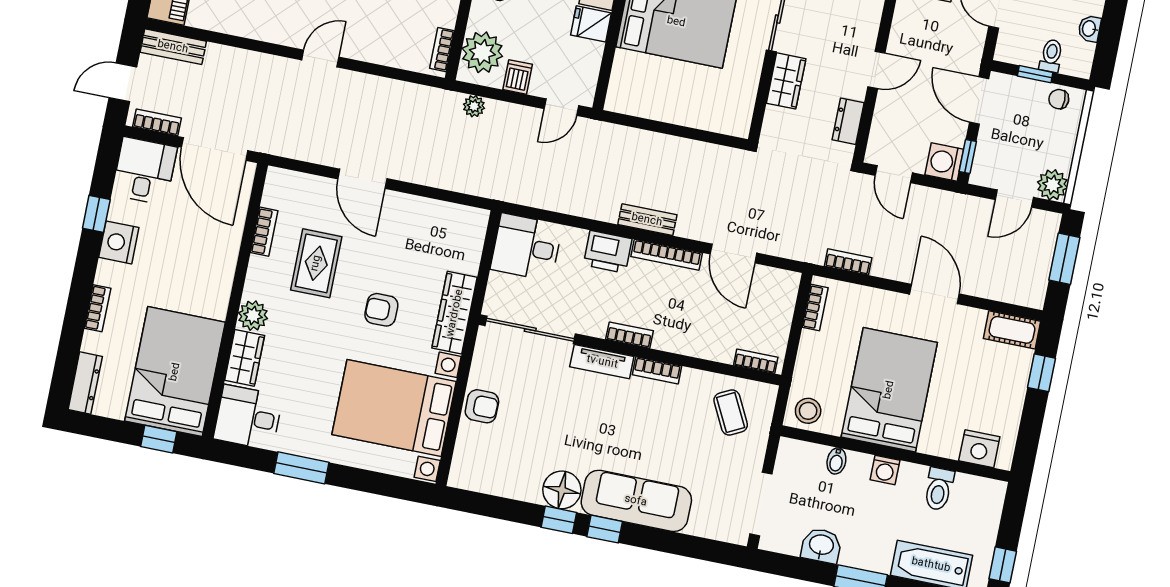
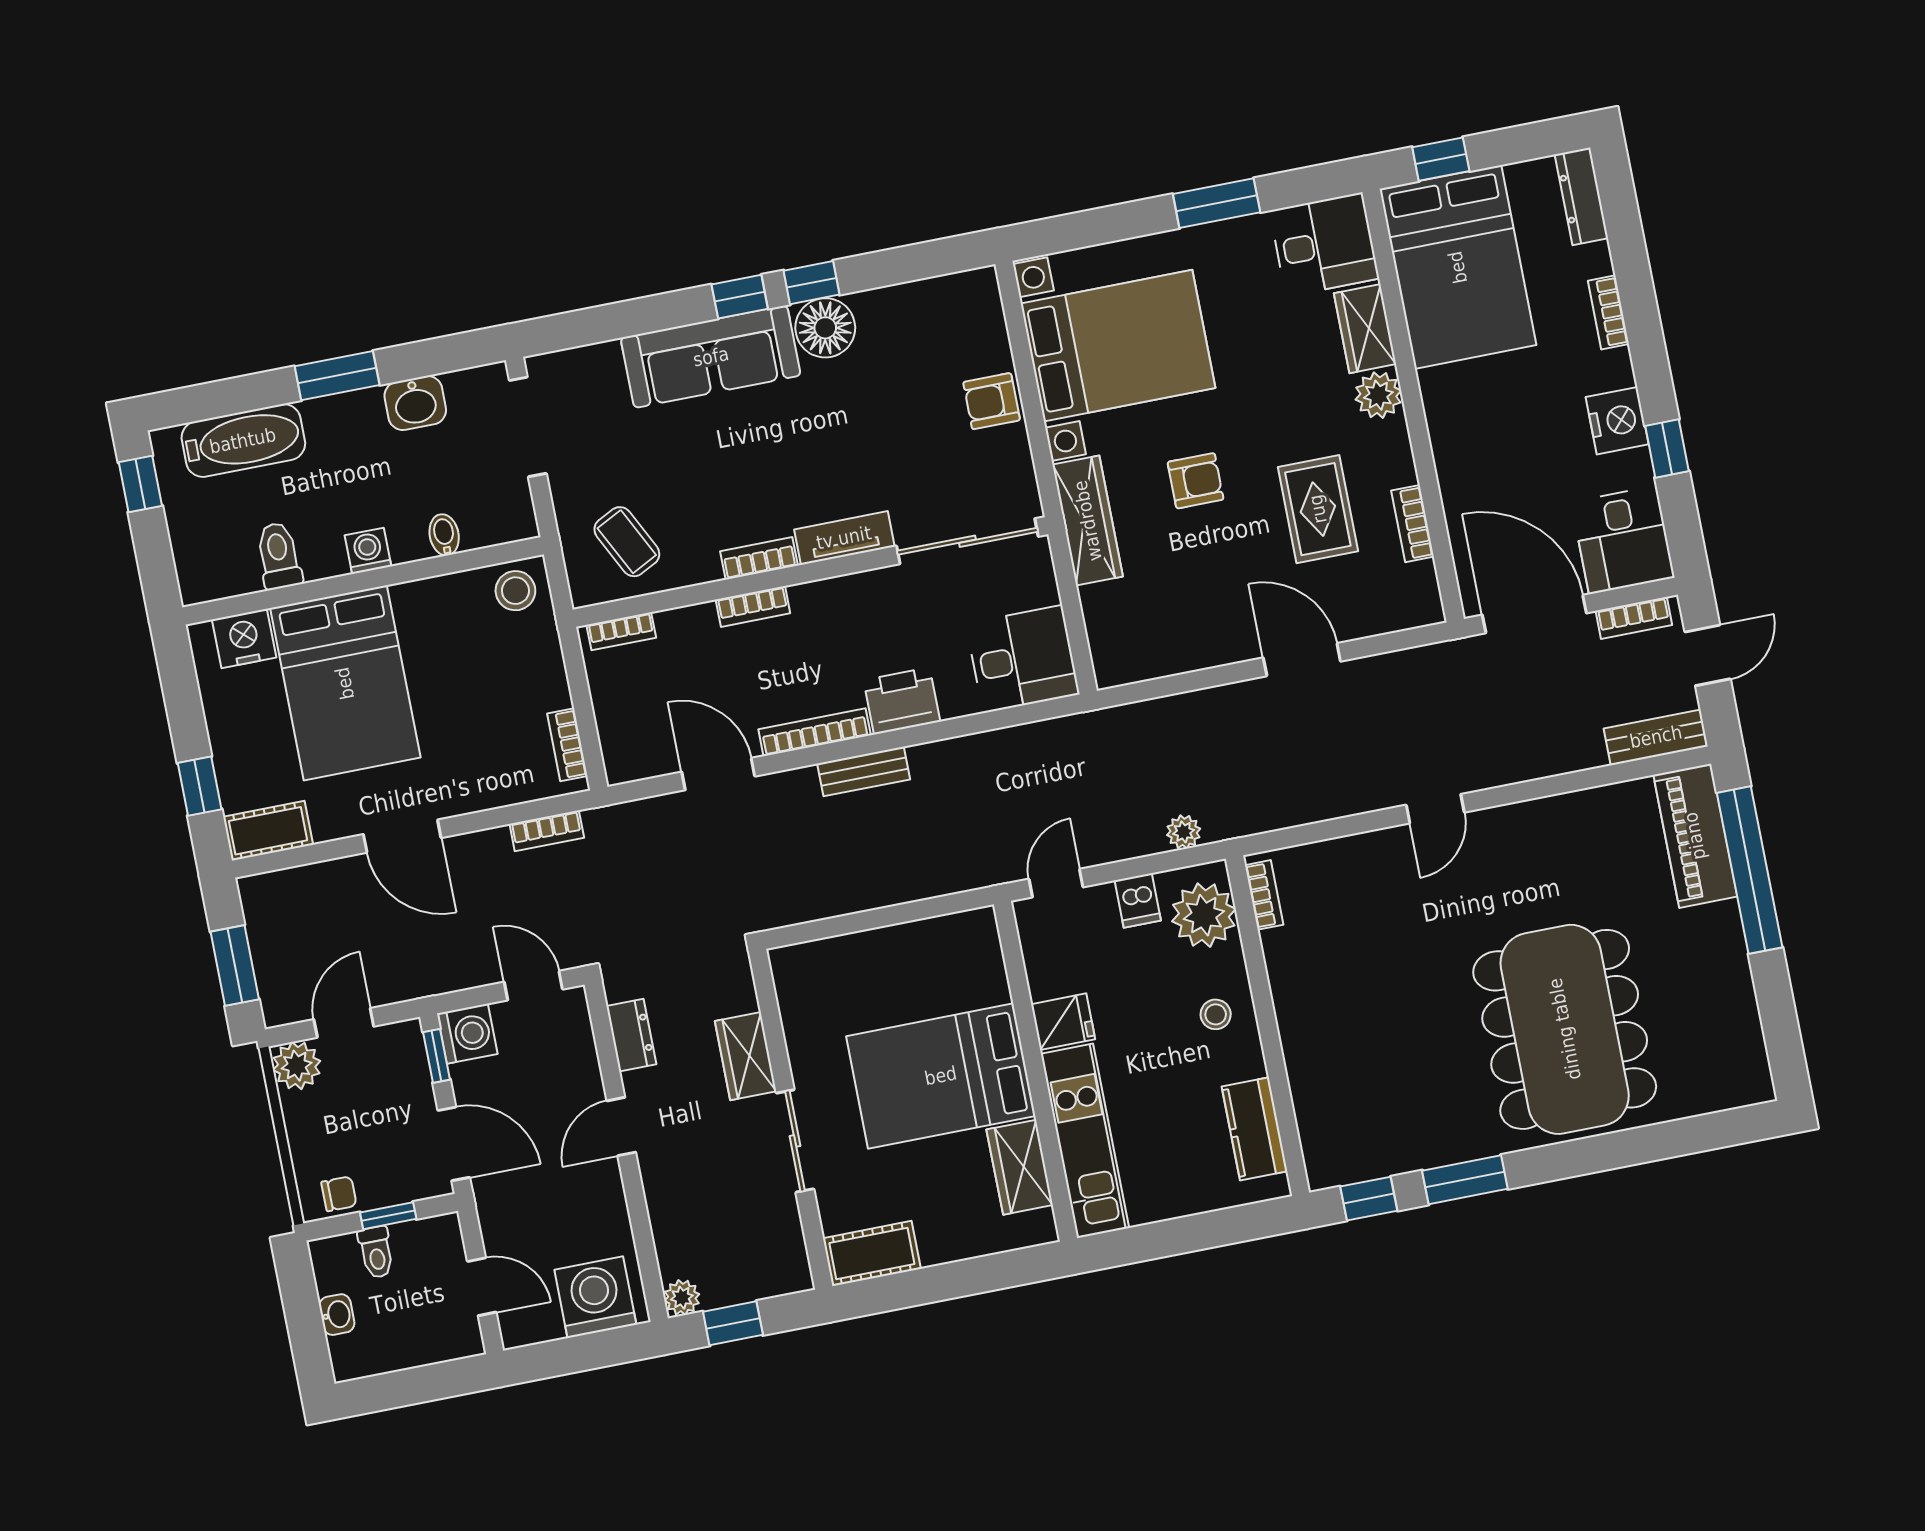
bookcase: (629, 335) -> (753, 606), moved
bed: (889, 390) -> (345, 683), moved

